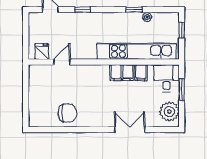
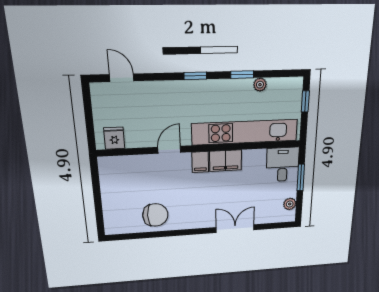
window: (83, 10) -> (195, 76), moved
door: (62, 62) -> (169, 150), moved
filing cabinet: (141, 73) -> (200, 162), moved
plant: (169, 111) -> (290, 204), width x0.53, depth x0.53

